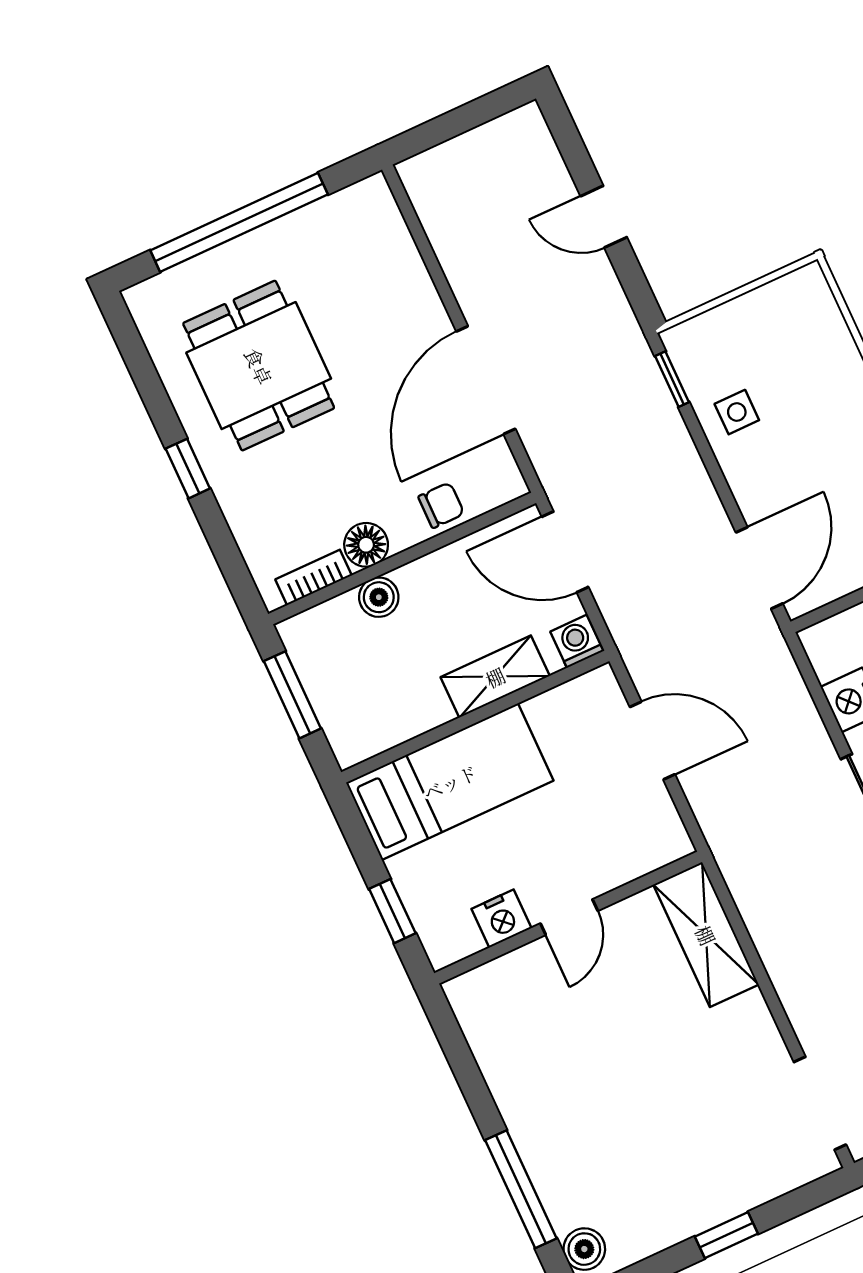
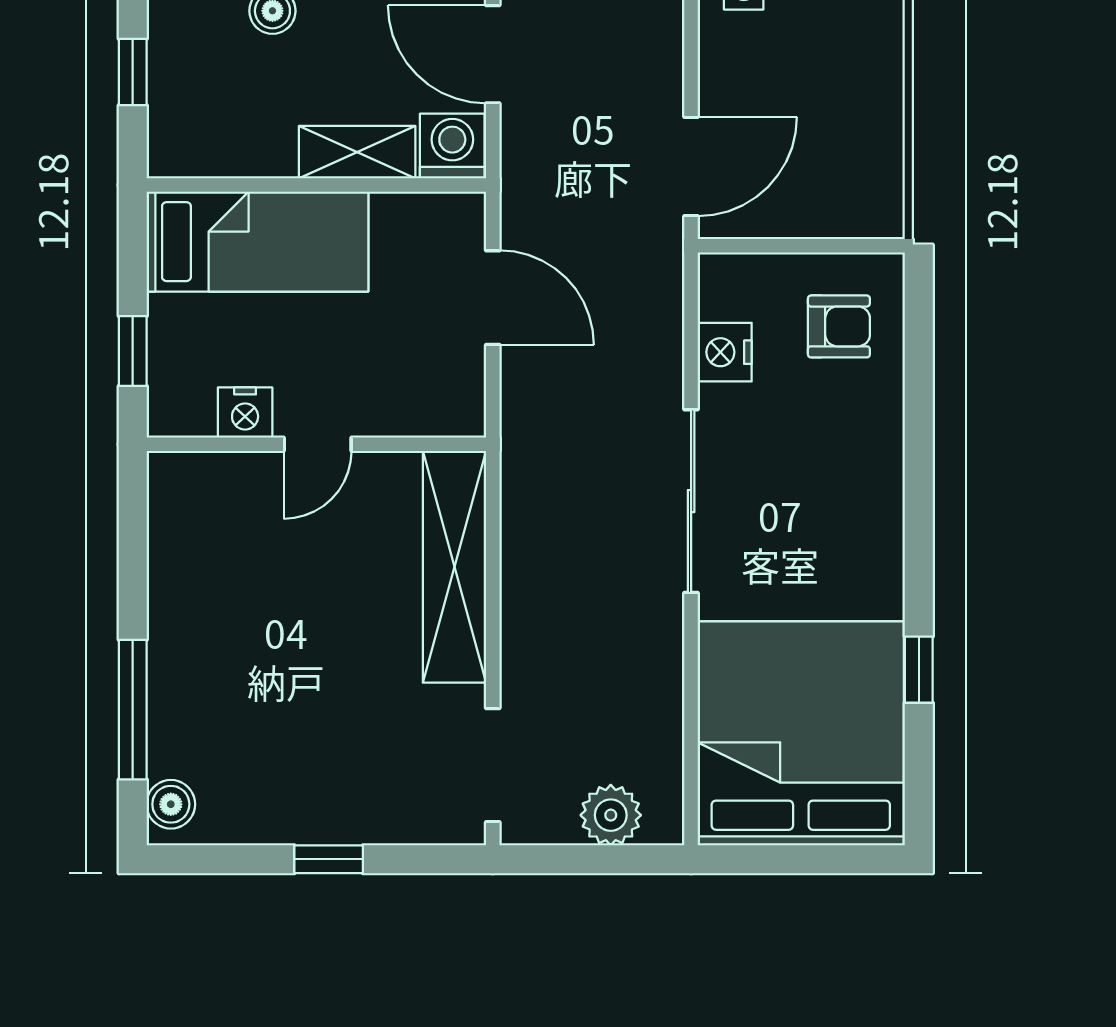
washing machine: (577, 641) -> (452, 146), width x1.38, depth x1.38
window: (292, 695) -> (133, 72), width x0.67
shelving: (706, 935) -> (454, 567), width x1.47

